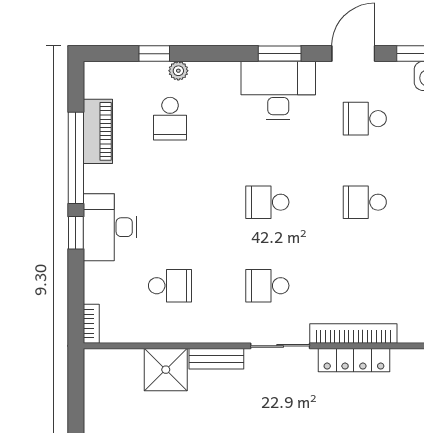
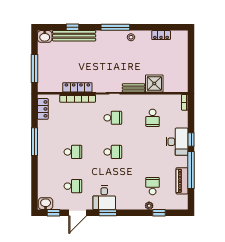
desk: (278, 90) -> (104, 198), width x0.73
school desk: (170, 286) -> (153, 118), turned -90

